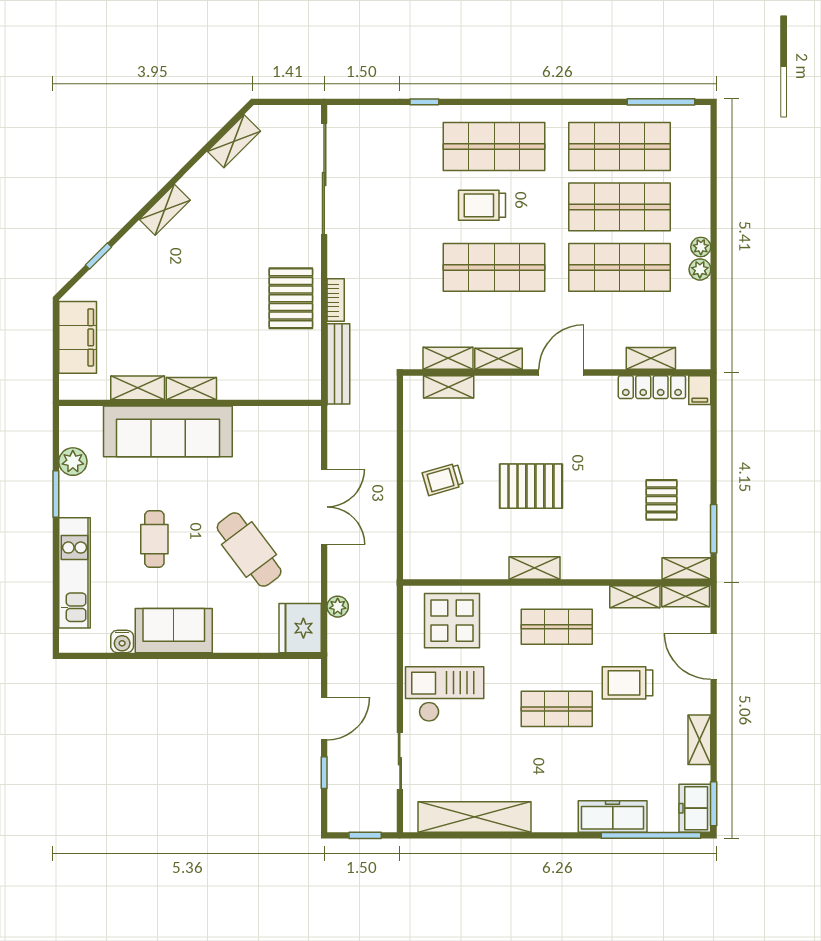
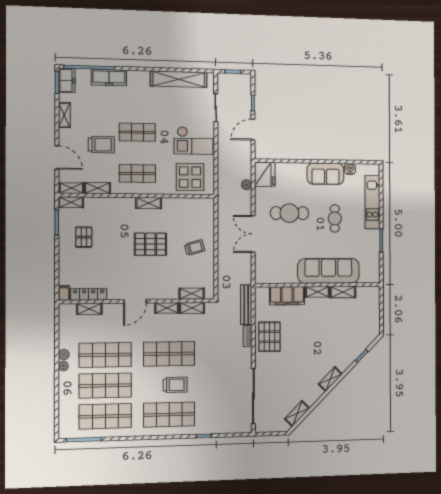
filing cabinet: (78, 337) -> (287, 296), moved, turned -90
plant: (73, 462) -> (373, 256), removed
cafe table: (249, 550) -> (289, 213), turned -53

